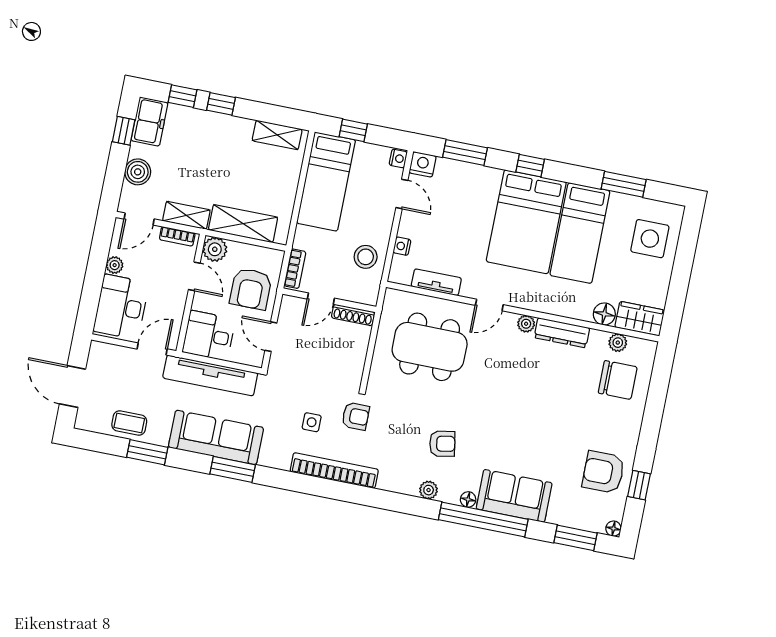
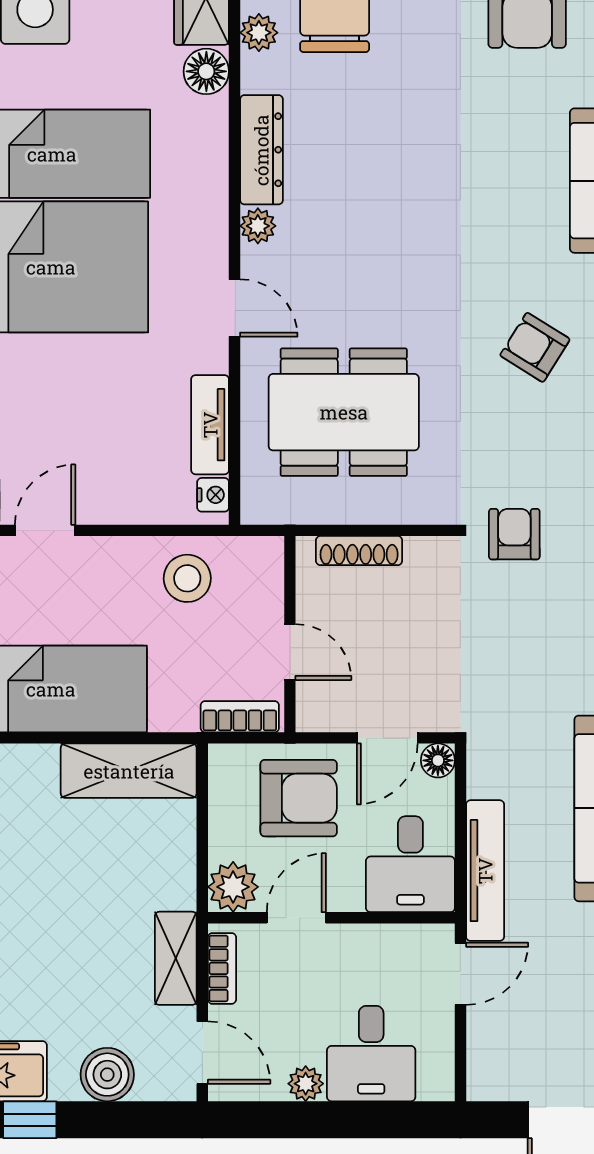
shelving: (243, 224) -> (129, 771), moved, turned 90
nightstand: (402, 246) -> (213, 495), moved, turned -90
desk: (121, 307) -> (371, 1054), width x0.73
shoe rack: (353, 315) -> (359, 551), moved, turned 90
dining table: (430, 347) -> (344, 412), turned 90
door: (152, 349) -> (460, 974), swing flipped
floor lamp: (255, 359) -> (438, 760), added
tv unit: (210, 375) -> (485, 871), width x0.73, depth x0.78
side table: (312, 422) -> (544, 621), removed
armchair: (442, 444) -> (535, 347), turned -48

